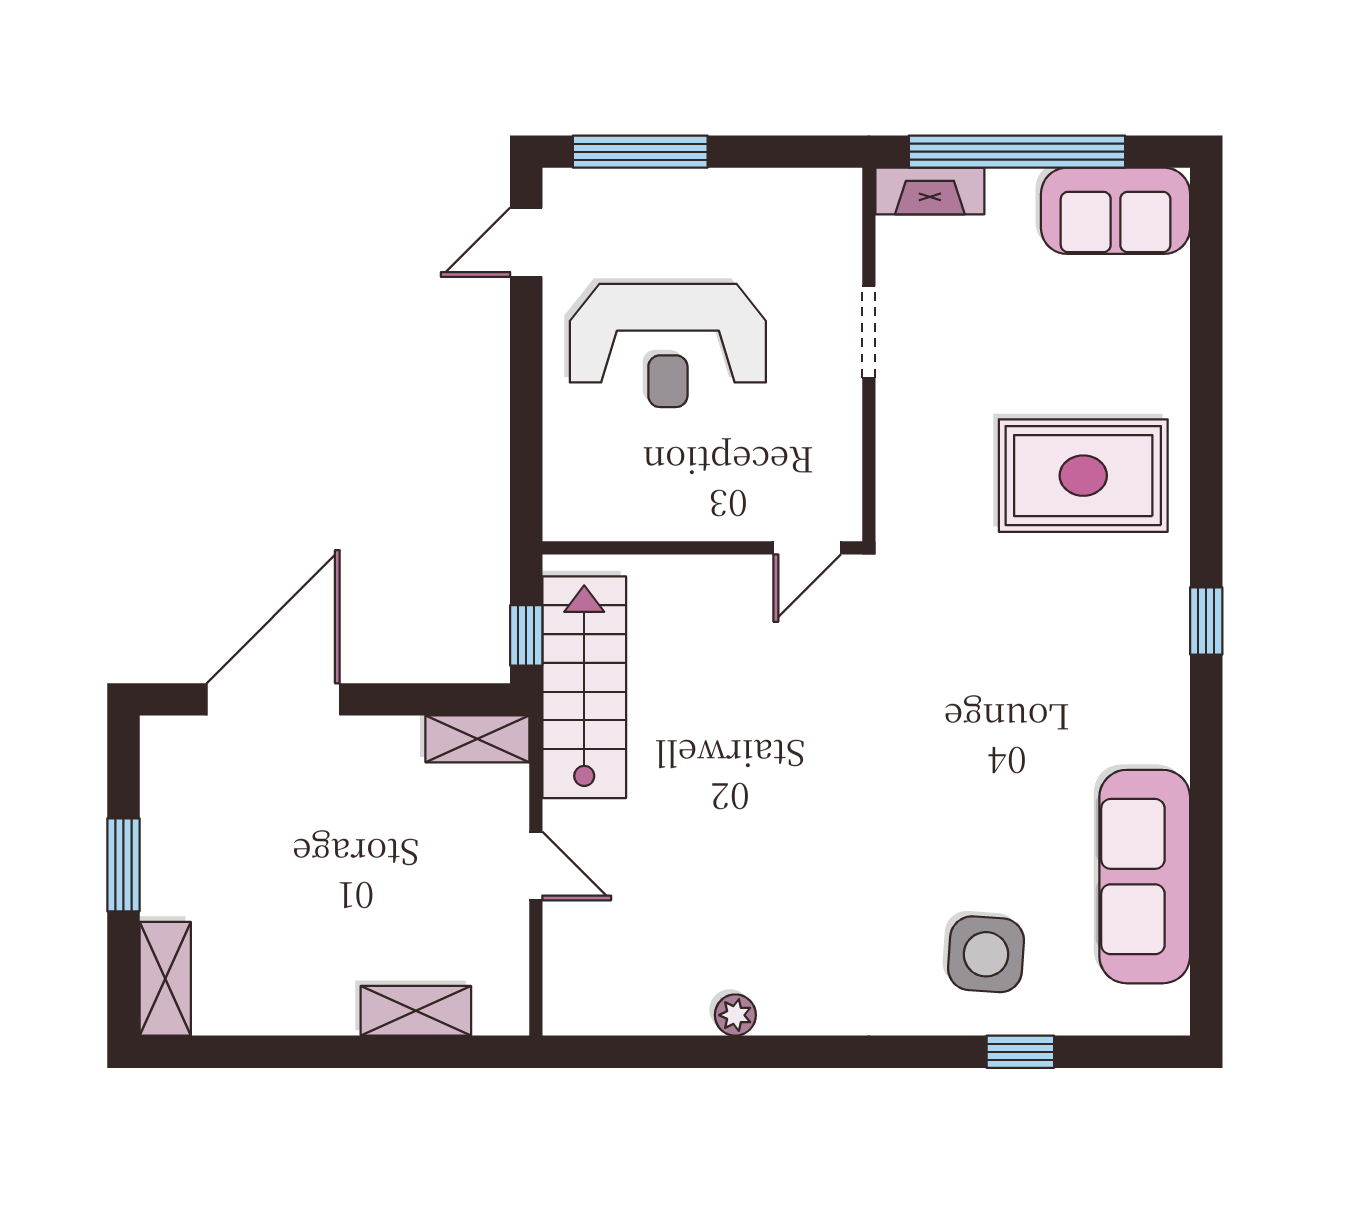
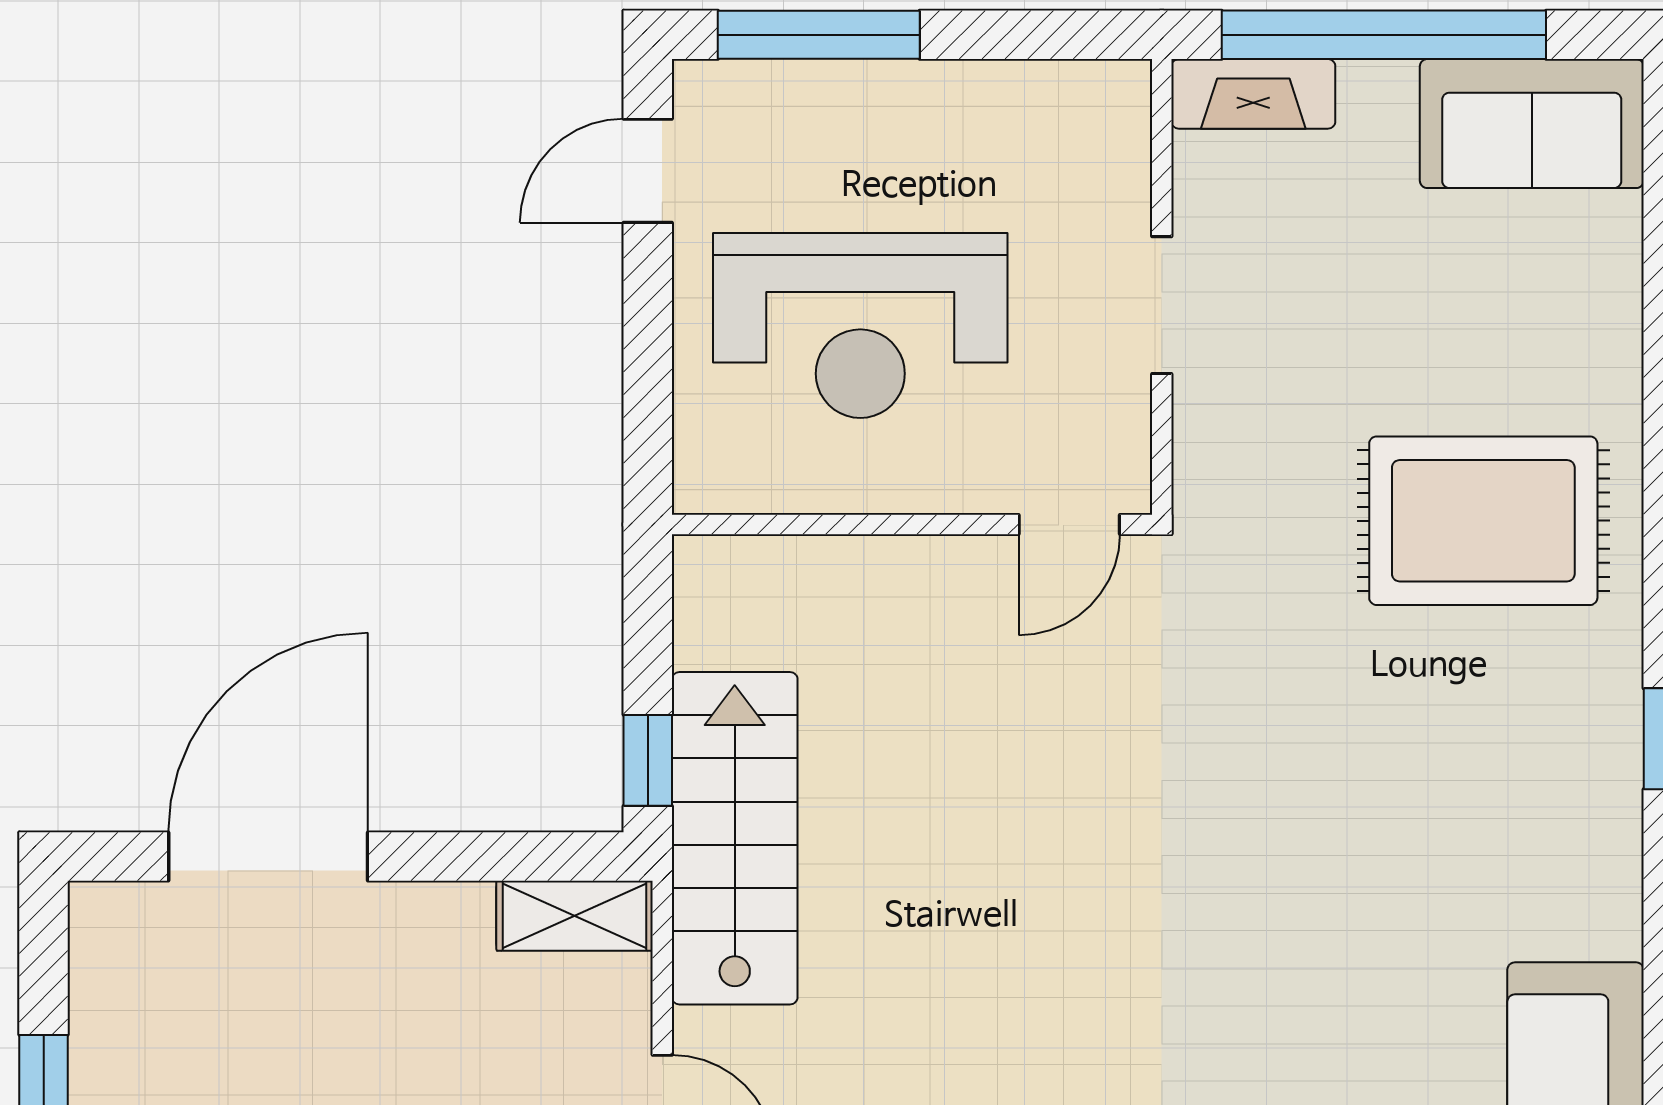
wall: (702, 548) -> (912, 525), moved
door: (807, 548) -> (1069, 525), moved

